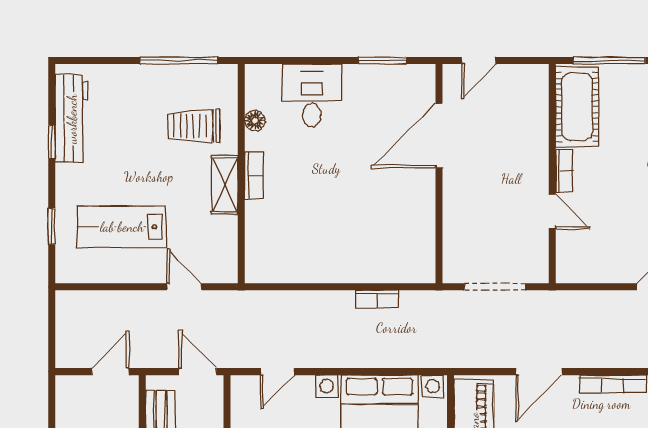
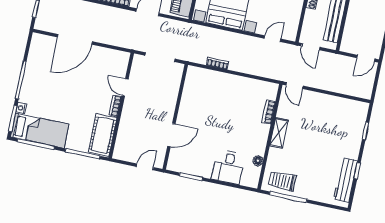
trolley: (194, 126) -> (282, 181), moved, turned 180
door: (439, 136) -> (171, 135), width x0.73
bookcase: (254, 176) -> (269, 112), moved
lab bench: (122, 227) -> (332, 123), removed
door: (184, 287) -> (294, 86), moved
door: (110, 372) -> (366, 58), moved

